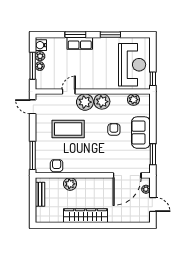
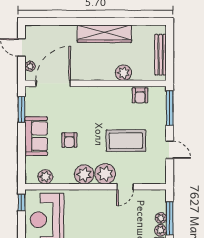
door: (33, 107) -> (170, 150), moved
bench: (40, 194) -> (161, 55), width x1.36

